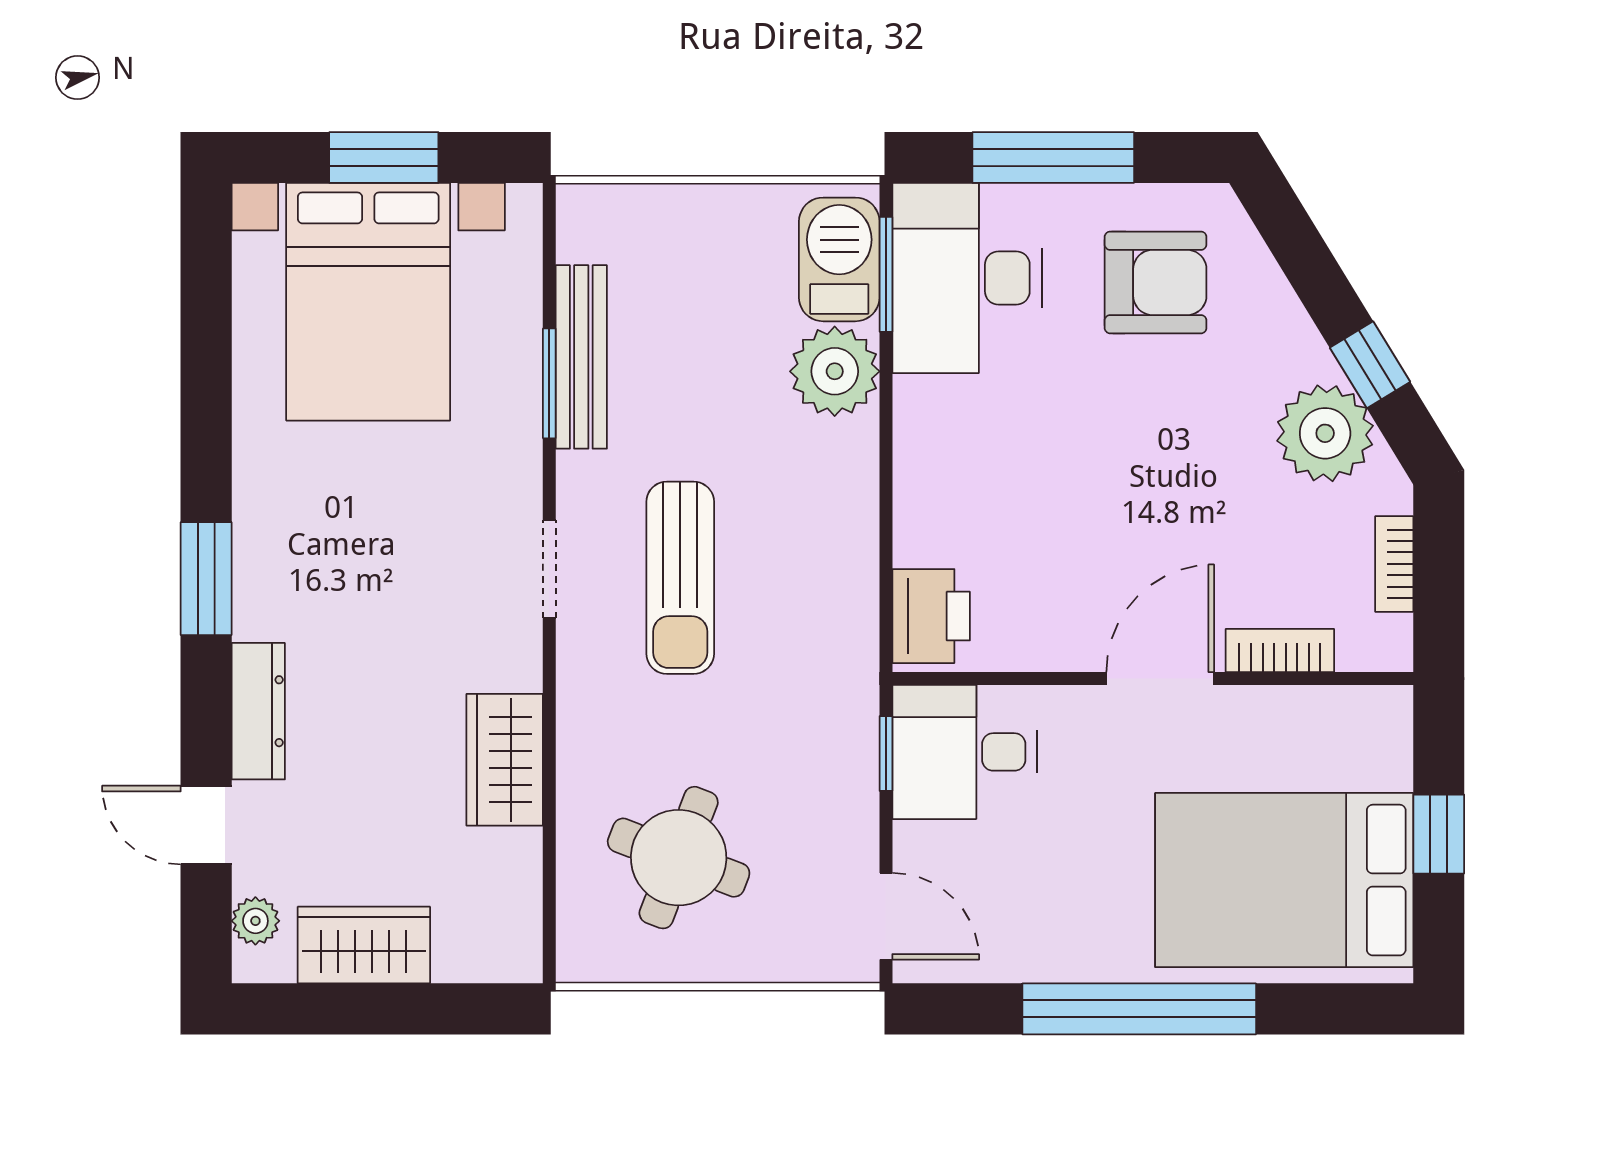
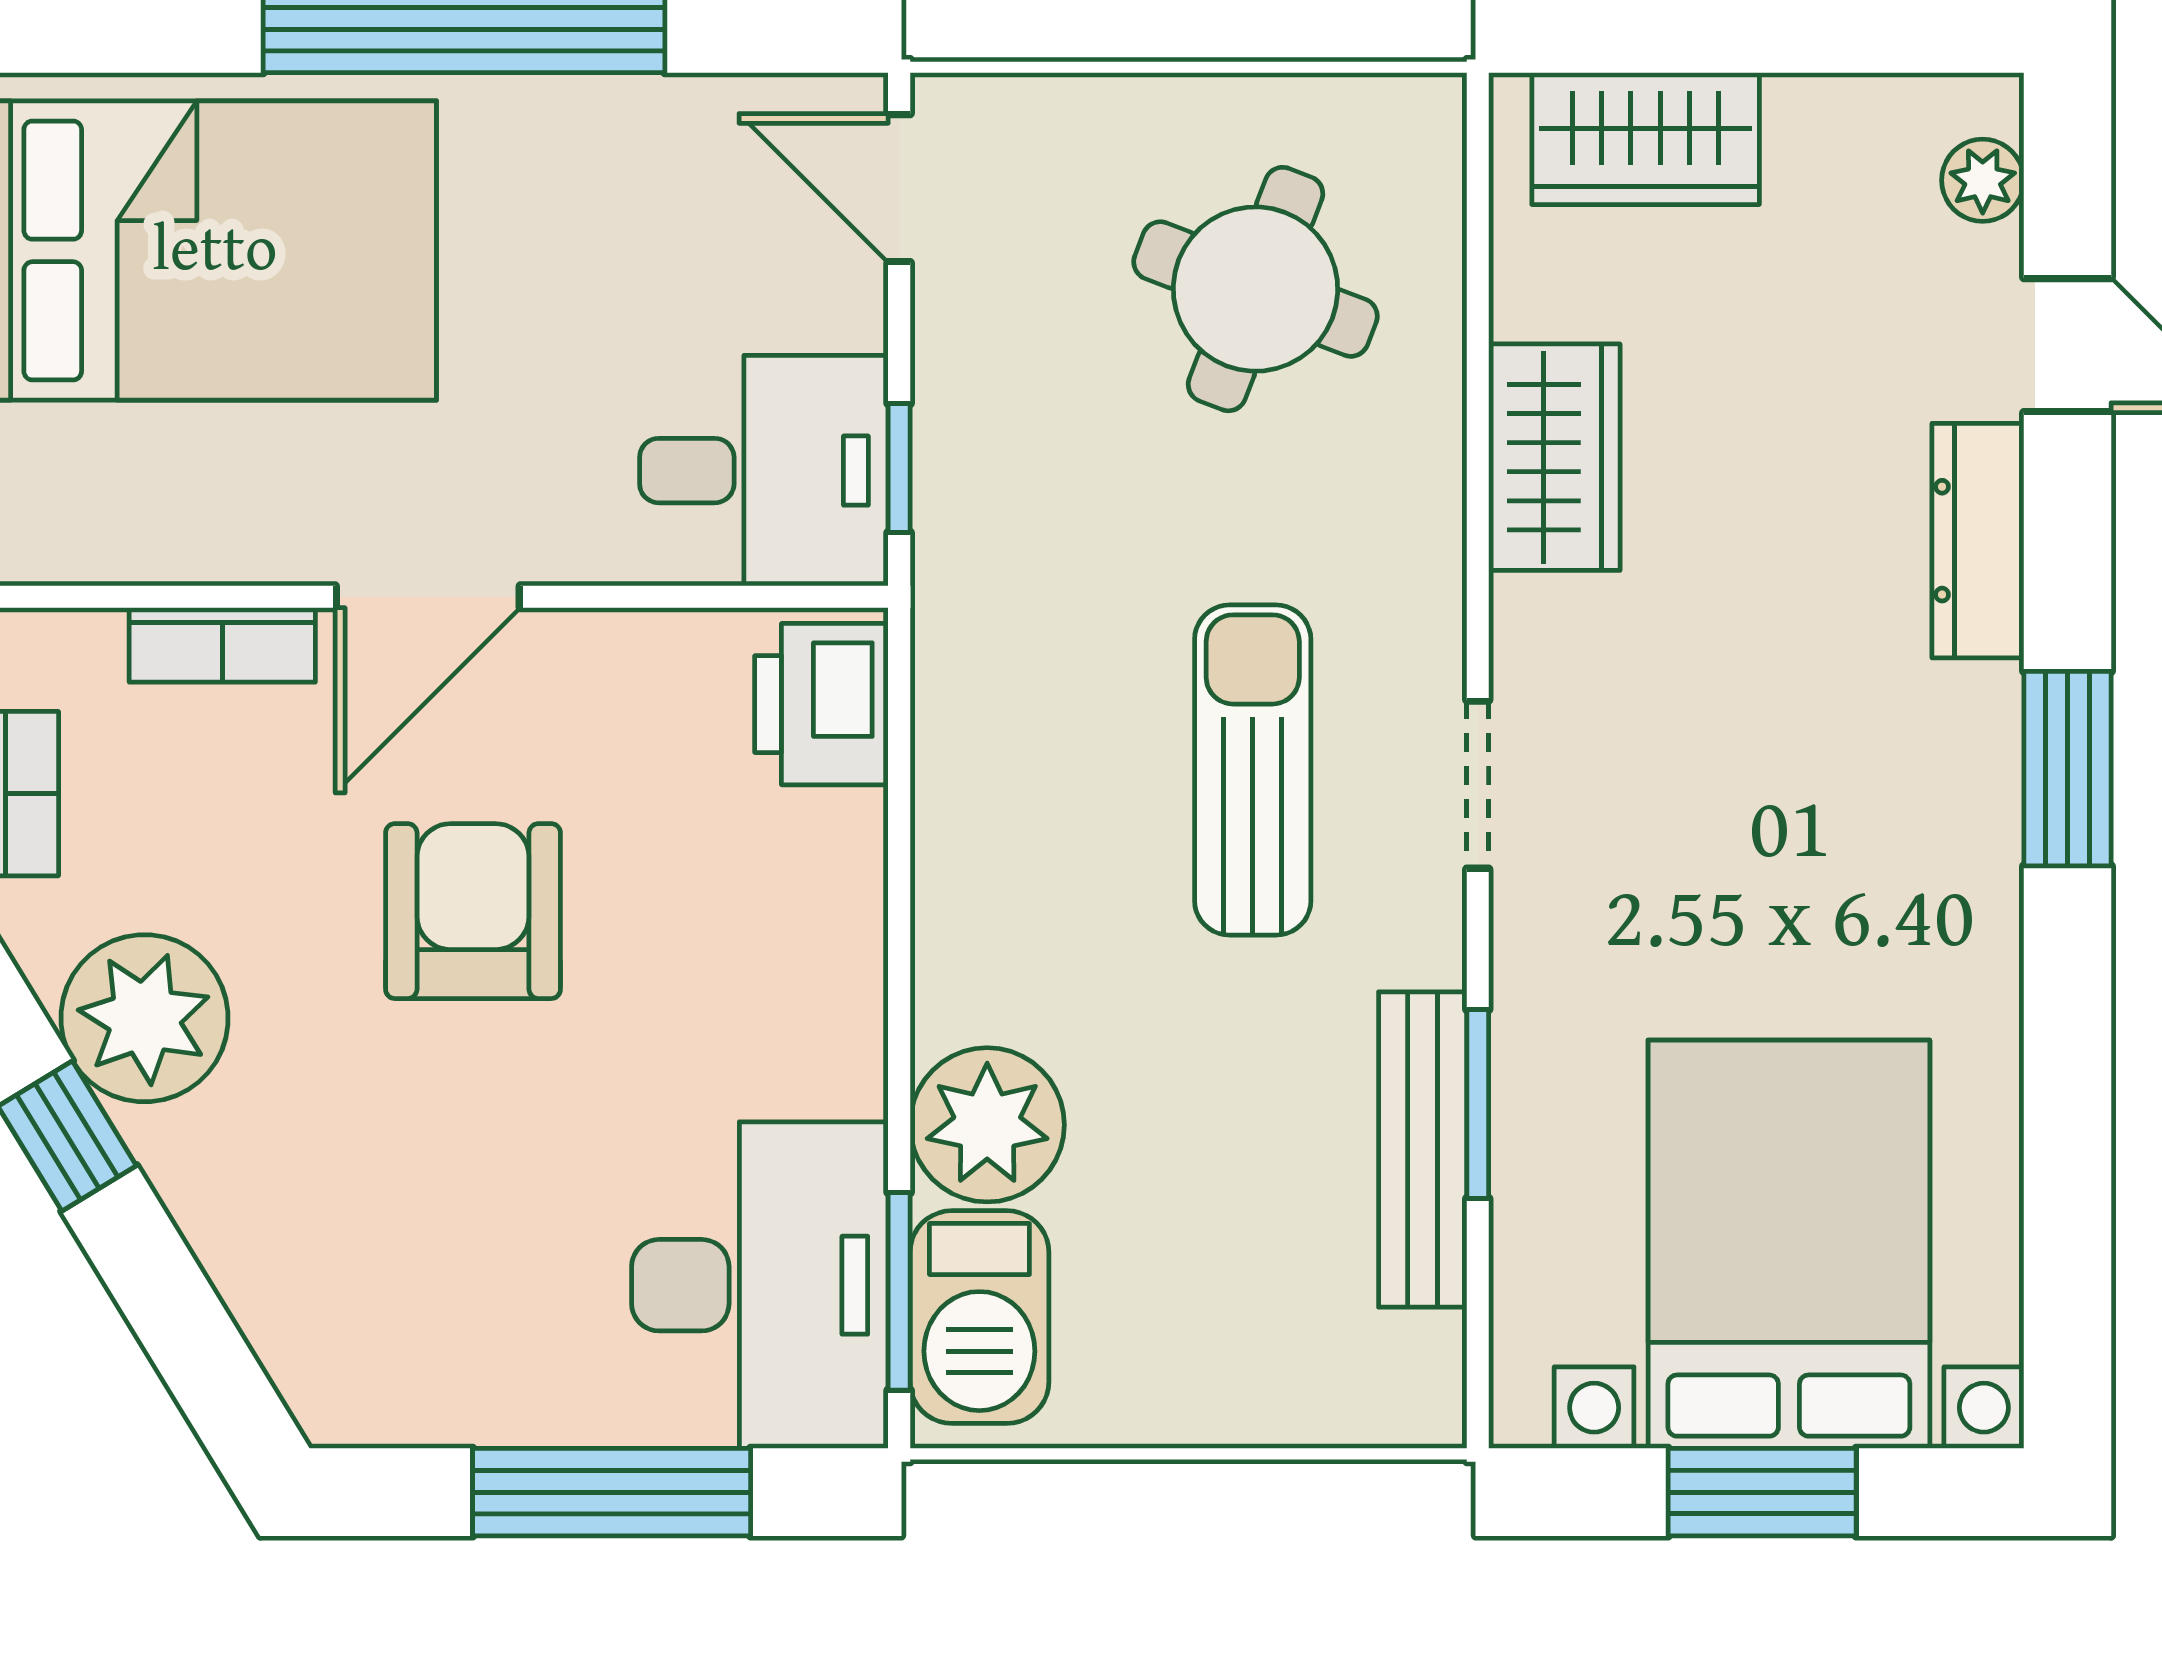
armchair: (1156, 282) -> (473, 911), moved, turned 90
wardrobe: (364, 945) -> (1646, 139), moved

